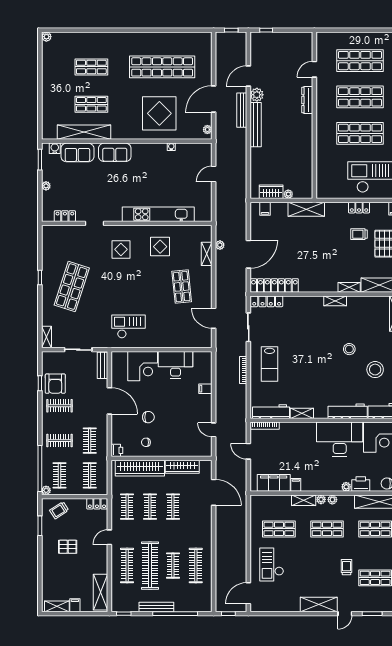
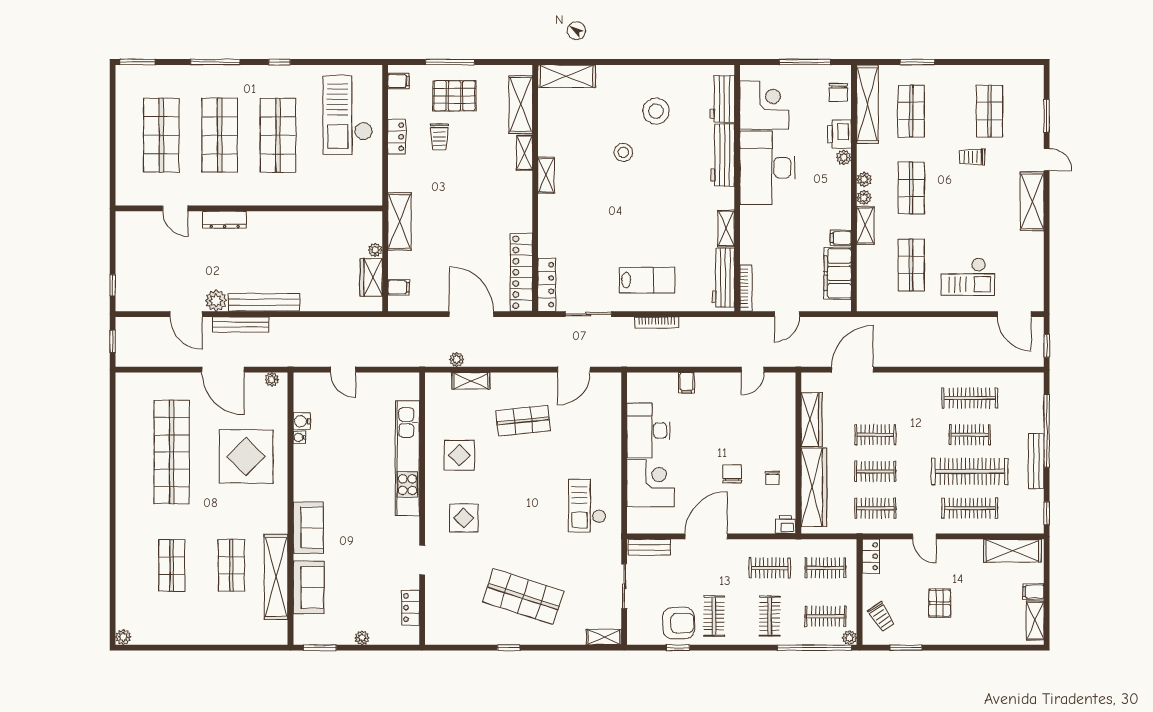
water cooler: (55, 148) -> (302, 421), moved

